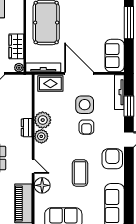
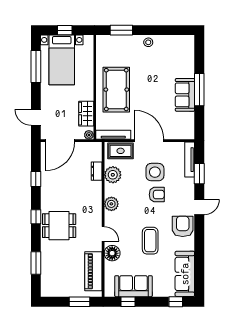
sofa: (115, 56) -> (185, 95), moved
plant: (43, 120) -> (113, 175), moved
armchair: (86, 127) -> (157, 195), turned -90
dresser: (27, 128) -> (97, 171), moved

